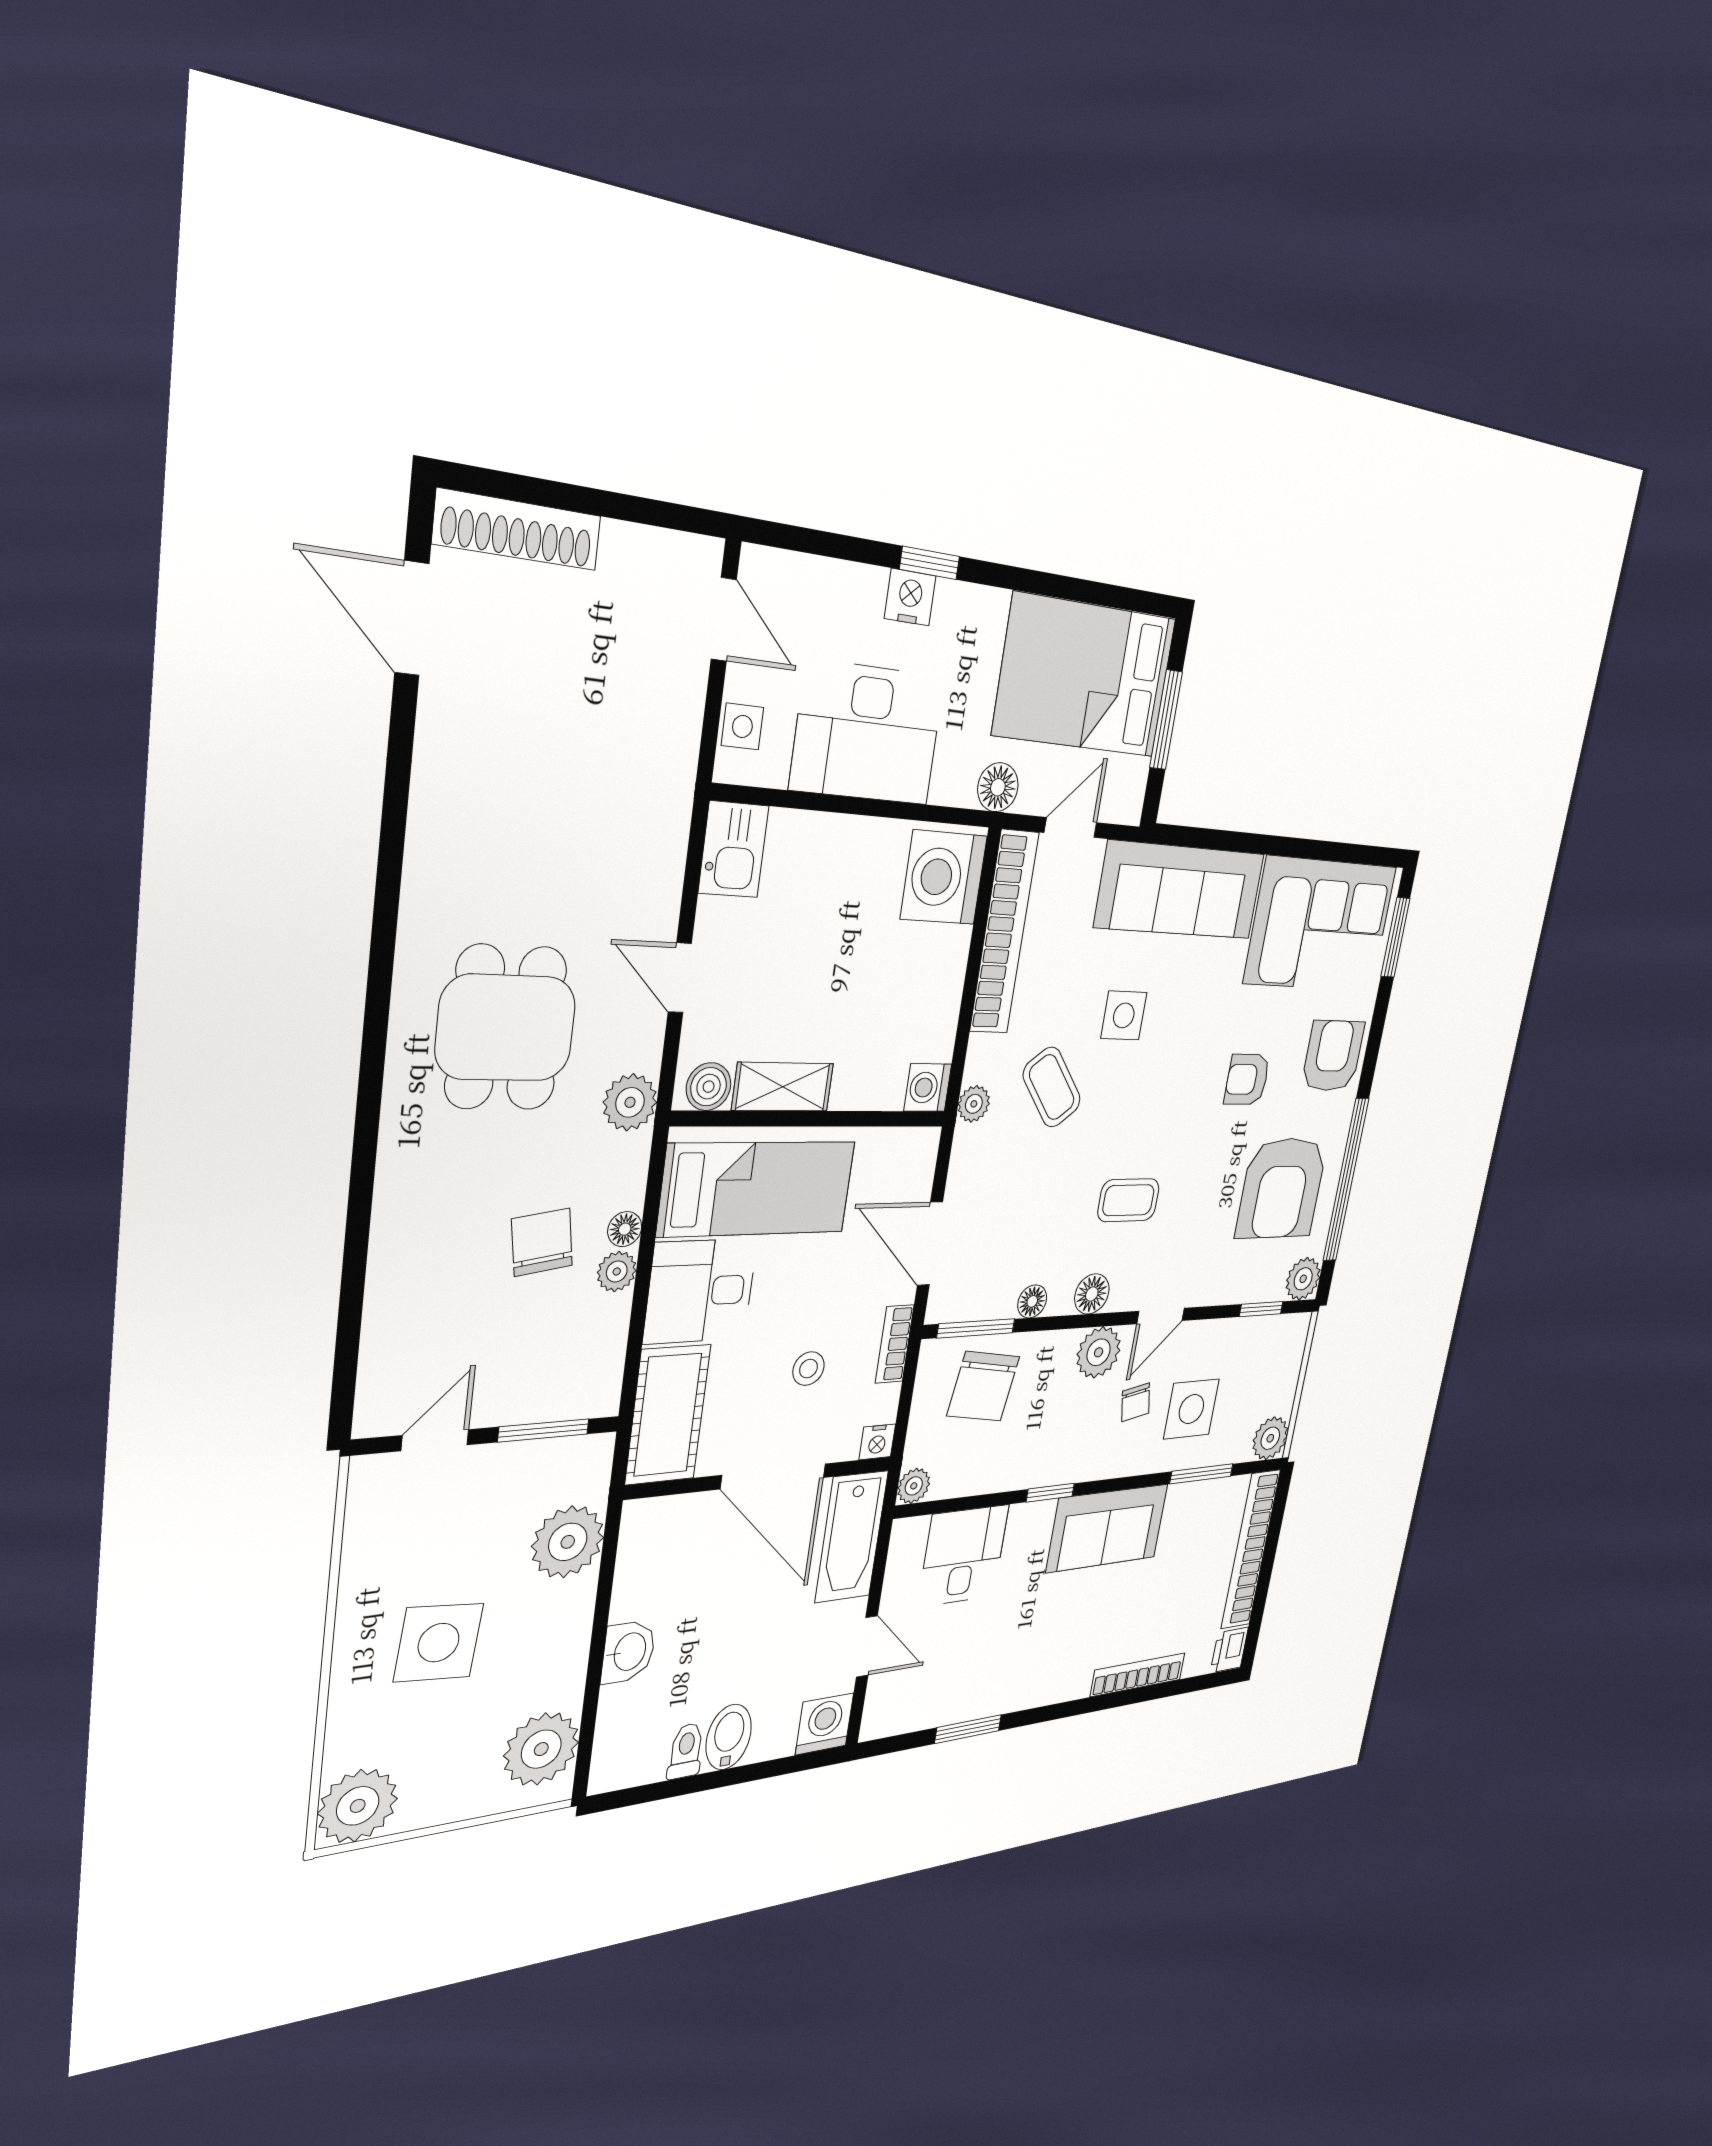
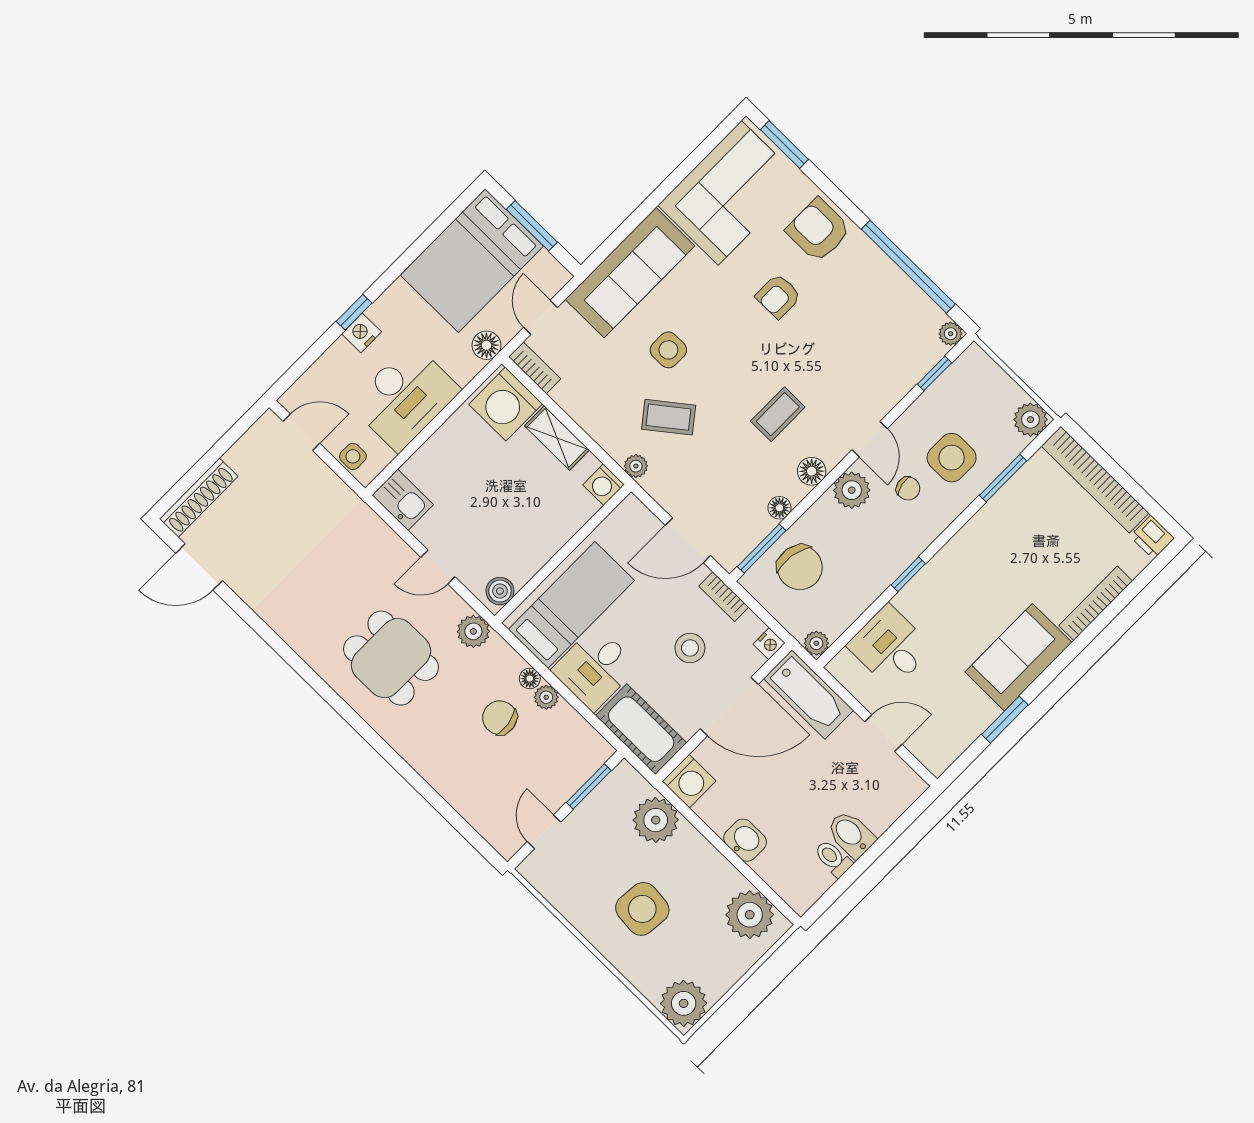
bookcase: (1004, 932) -> (535, 368), width x0.43, depth x0.76
shelving: (783, 1087) -> (557, 438), moved, turned 90
armchair: (1282, 1188) -> (869, 313), removed
plant: (1303, 1279) -> (951, 334), width x0.73, depth x0.73
stool: (808, 1369) -> (690, 648), width x1.37, depth x1.37
sofa: (1107, 1528) -> (1018, 657), moved, turned 180
washing machine: (825, 1724) -> (689, 781), moved, turned 180

